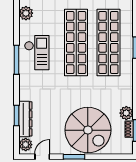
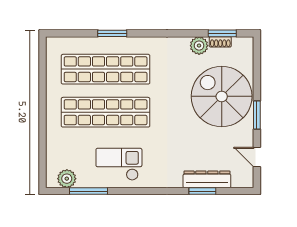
window: (17, 60) -> (89, 191), moved
spiral stairs: (88, 130) -> (222, 96), turned -90
plant: (26, 145) -> (241, 179), removed

